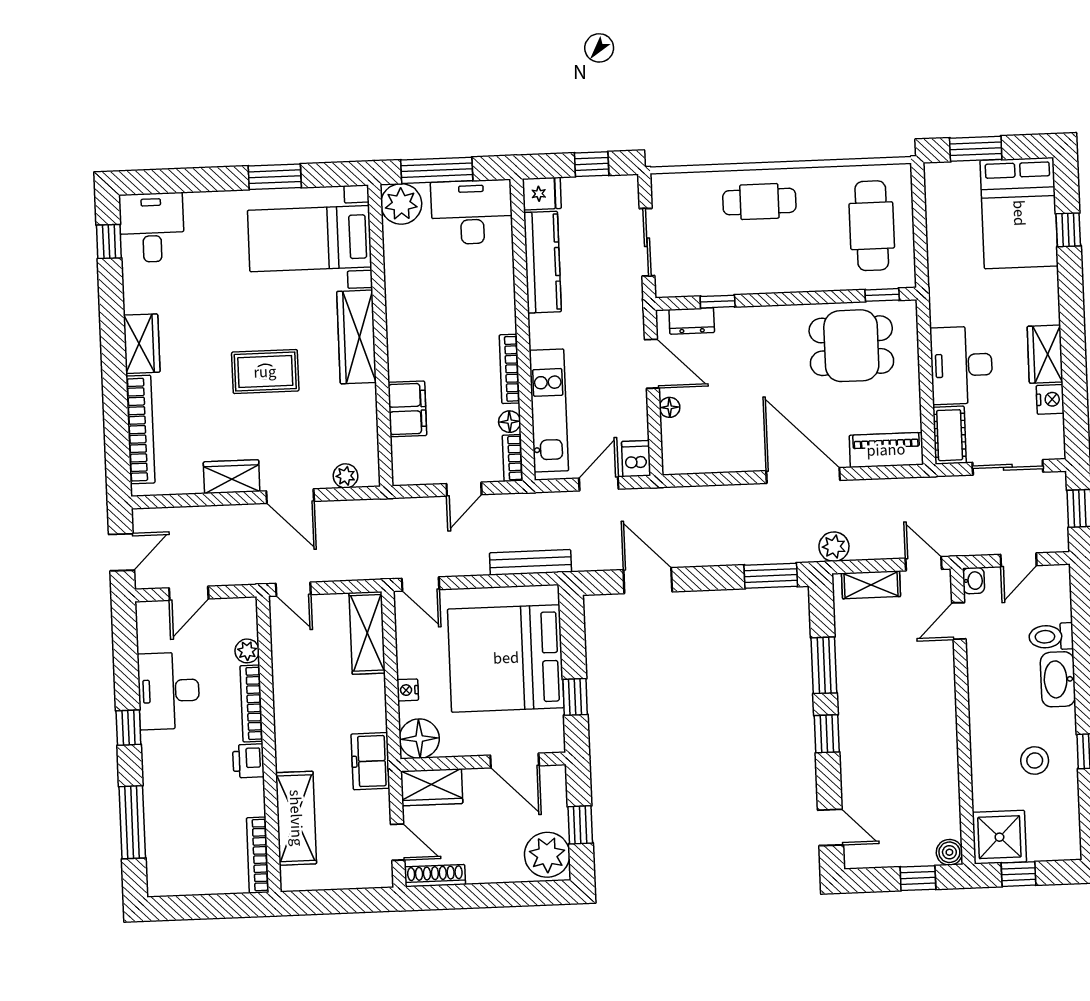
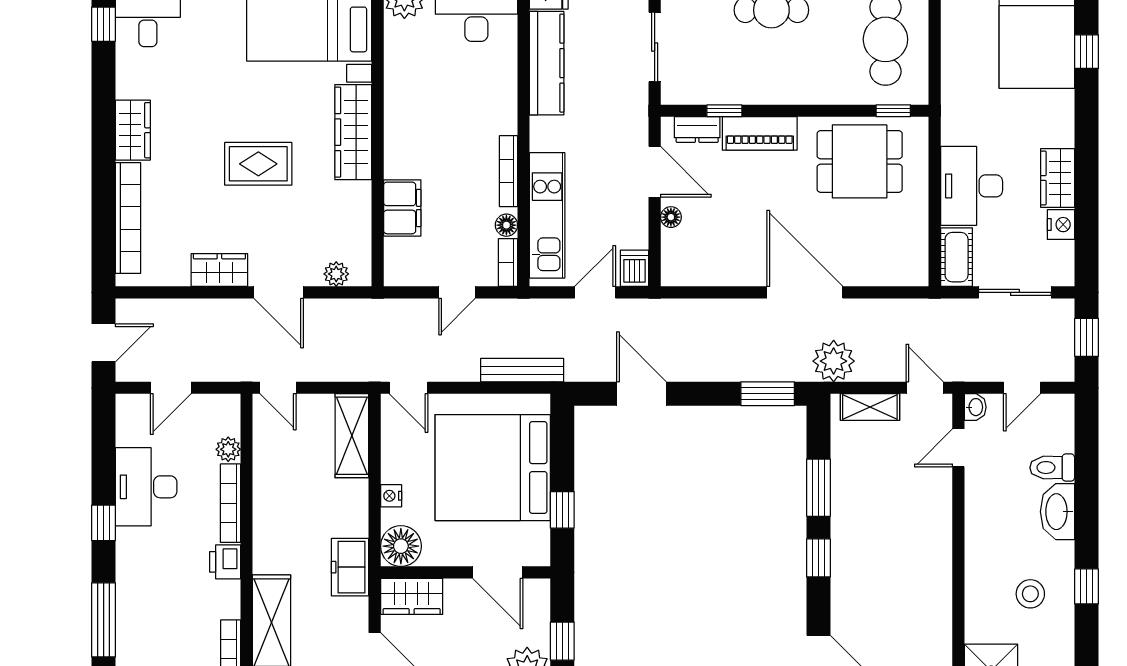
piano: (886, 450) -> (760, 133), moved, turned 180
plant: (834, 547) -> (834, 361), width x1.36, depth x1.36

